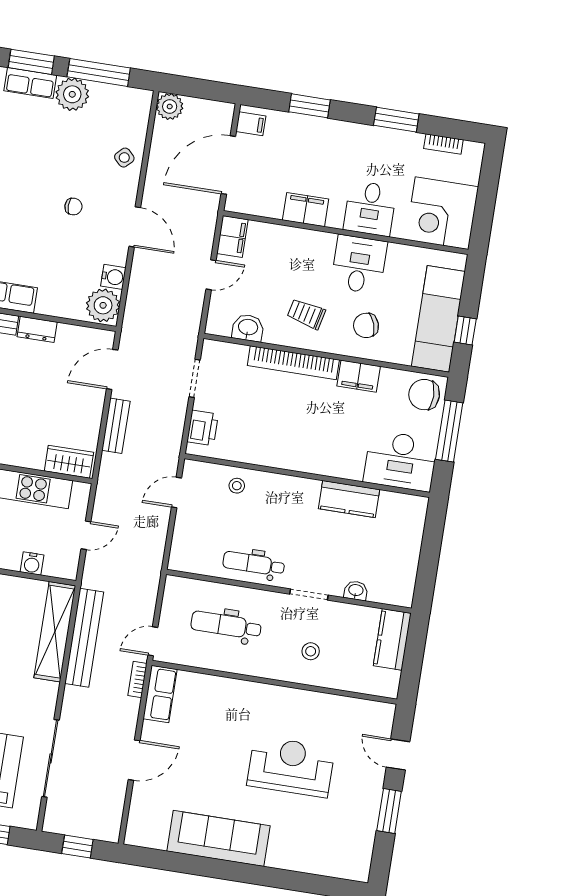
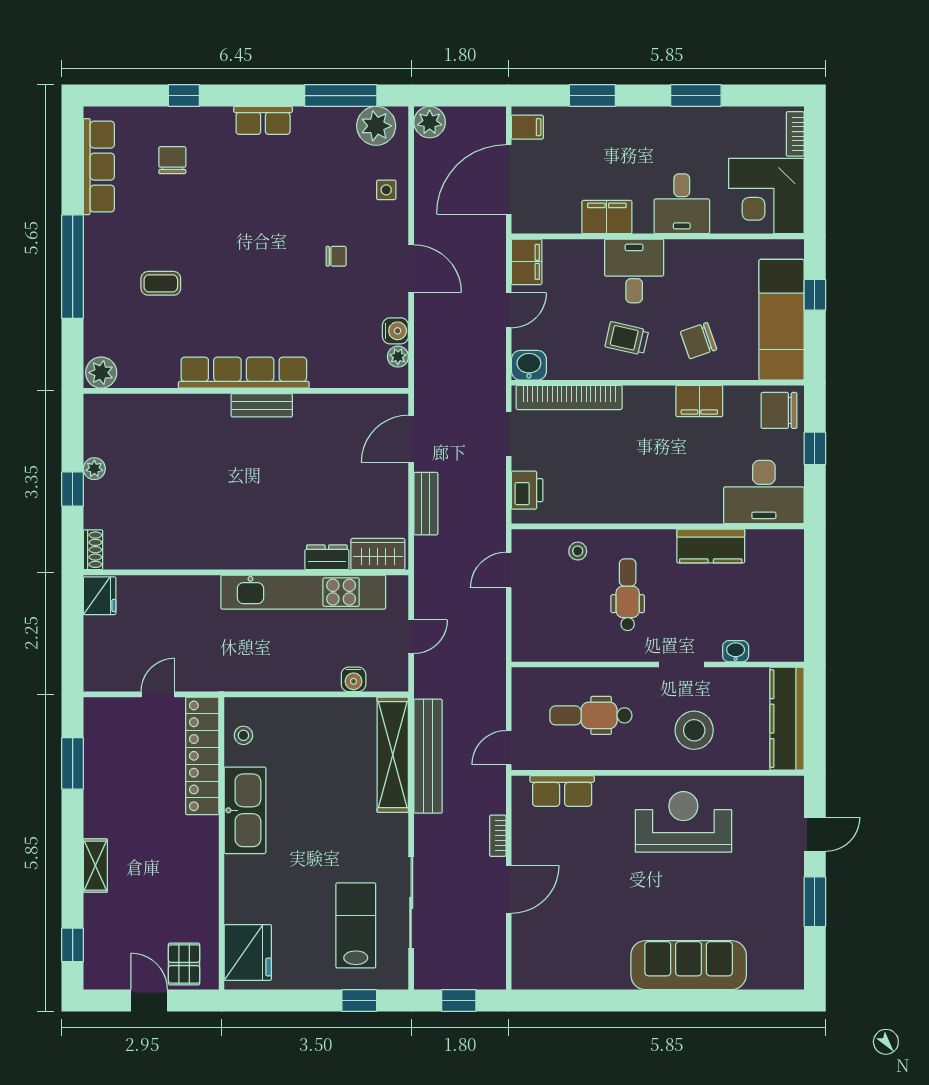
window: (31, 62) -> (260, 96), removed
plant: (72, 94) -> (376, 126), moved
bookcase: (443, 144) -> (795, 134), moved, turned 90
side table: (124, 158) -> (386, 190), turned 45
desk: (359, 264) -> (634, 271), moved
plant: (103, 305) -> (398, 357), width x0.53, depth x0.53
washbasin: (248, 328) -> (529, 365), moved
dresser: (37, 329) -> (327, 557), moved, turned 180
window: (465, 330) -> (815, 295), moved
bookcase: (293, 363) -> (569, 397), moved
window: (449, 431) -> (815, 448), width x0.46
dental chair: (254, 564) -> (628, 595), moved, turned 90
kitchen counter: (392, 639) -> (787, 719), width x1.50
stool: (311, 651) -> (694, 730), width x1.89, depth x1.89
bookcase: (137, 680) -> (498, 836), moved
row of seats: (160, 694) -> (562, 791), moved, turned 90
door: (398, 754) -> (815, 834), swing flipped
reception desk: (291, 767) -> (683, 822), moved
sofa: (218, 838) -> (689, 965), moved

